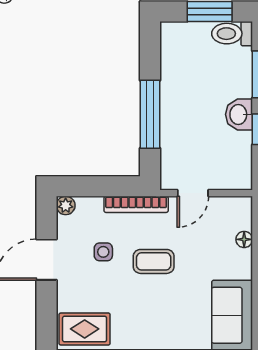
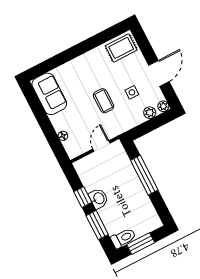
bookcase: (136, 204) -> (128, 125), removed
plant: (92, 206) -> (150, 113), added
coffee table: (154, 261) -> (104, 101), turned 90

